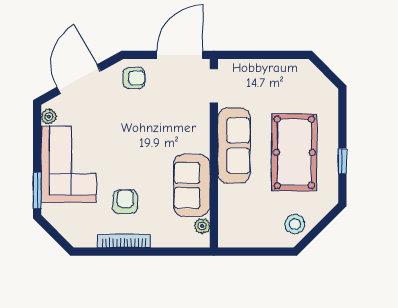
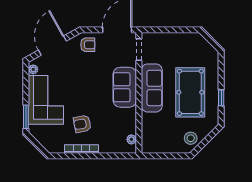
sofa: (192, 185) -> (125, 87), moved
armchair: (125, 202) -> (82, 124), turned -101

